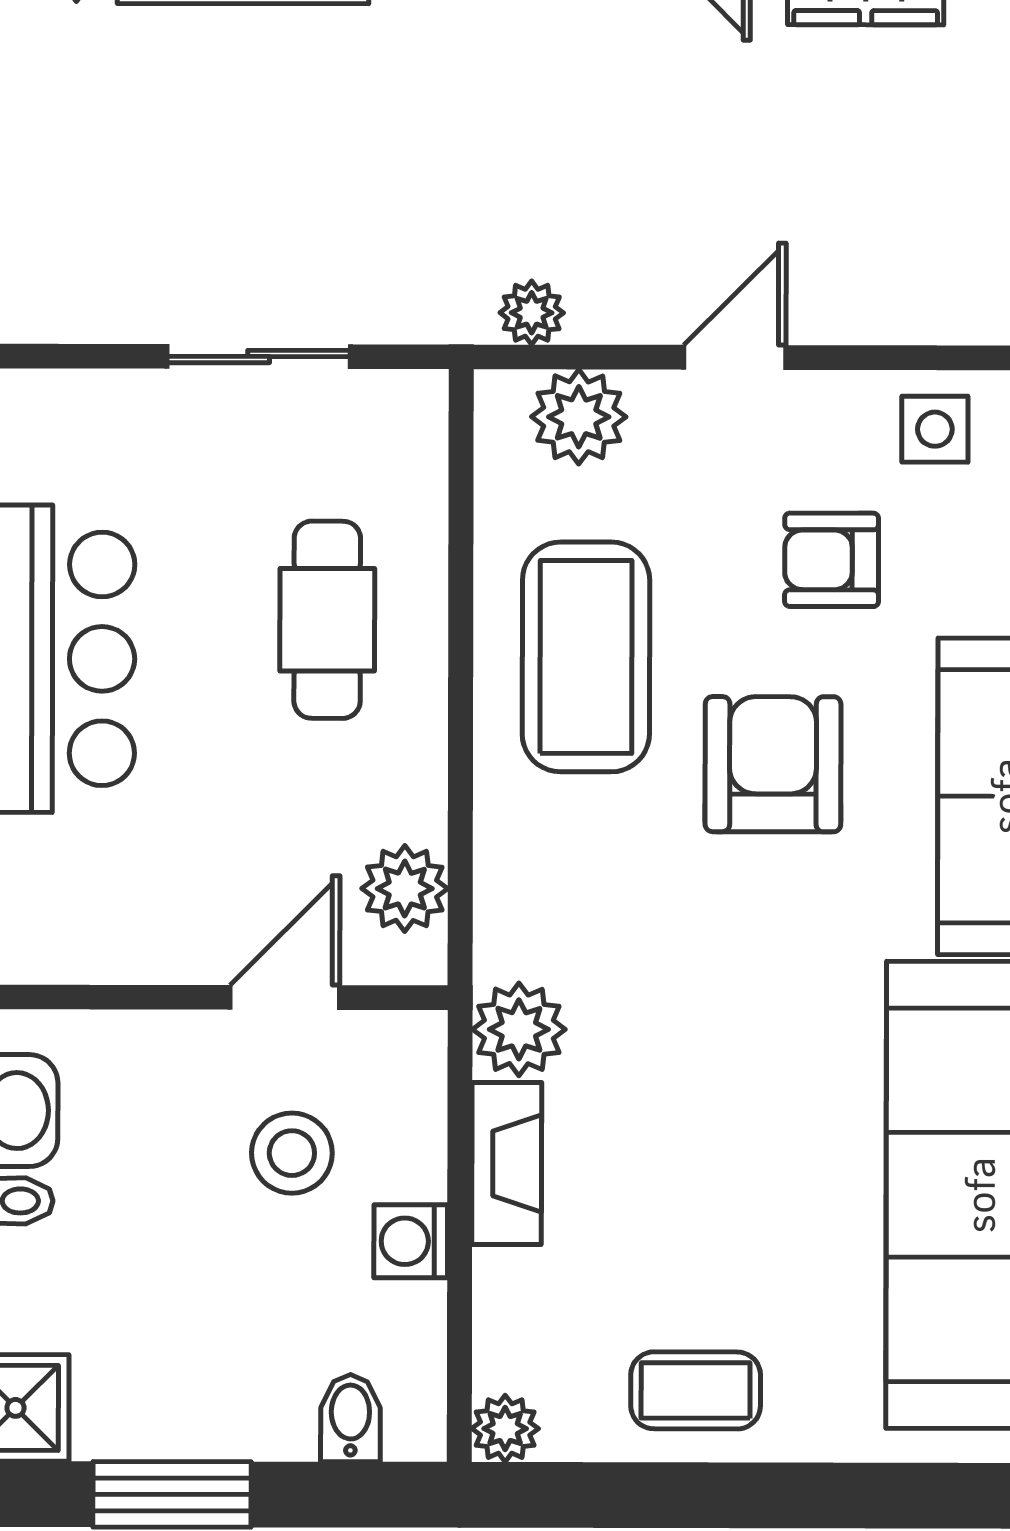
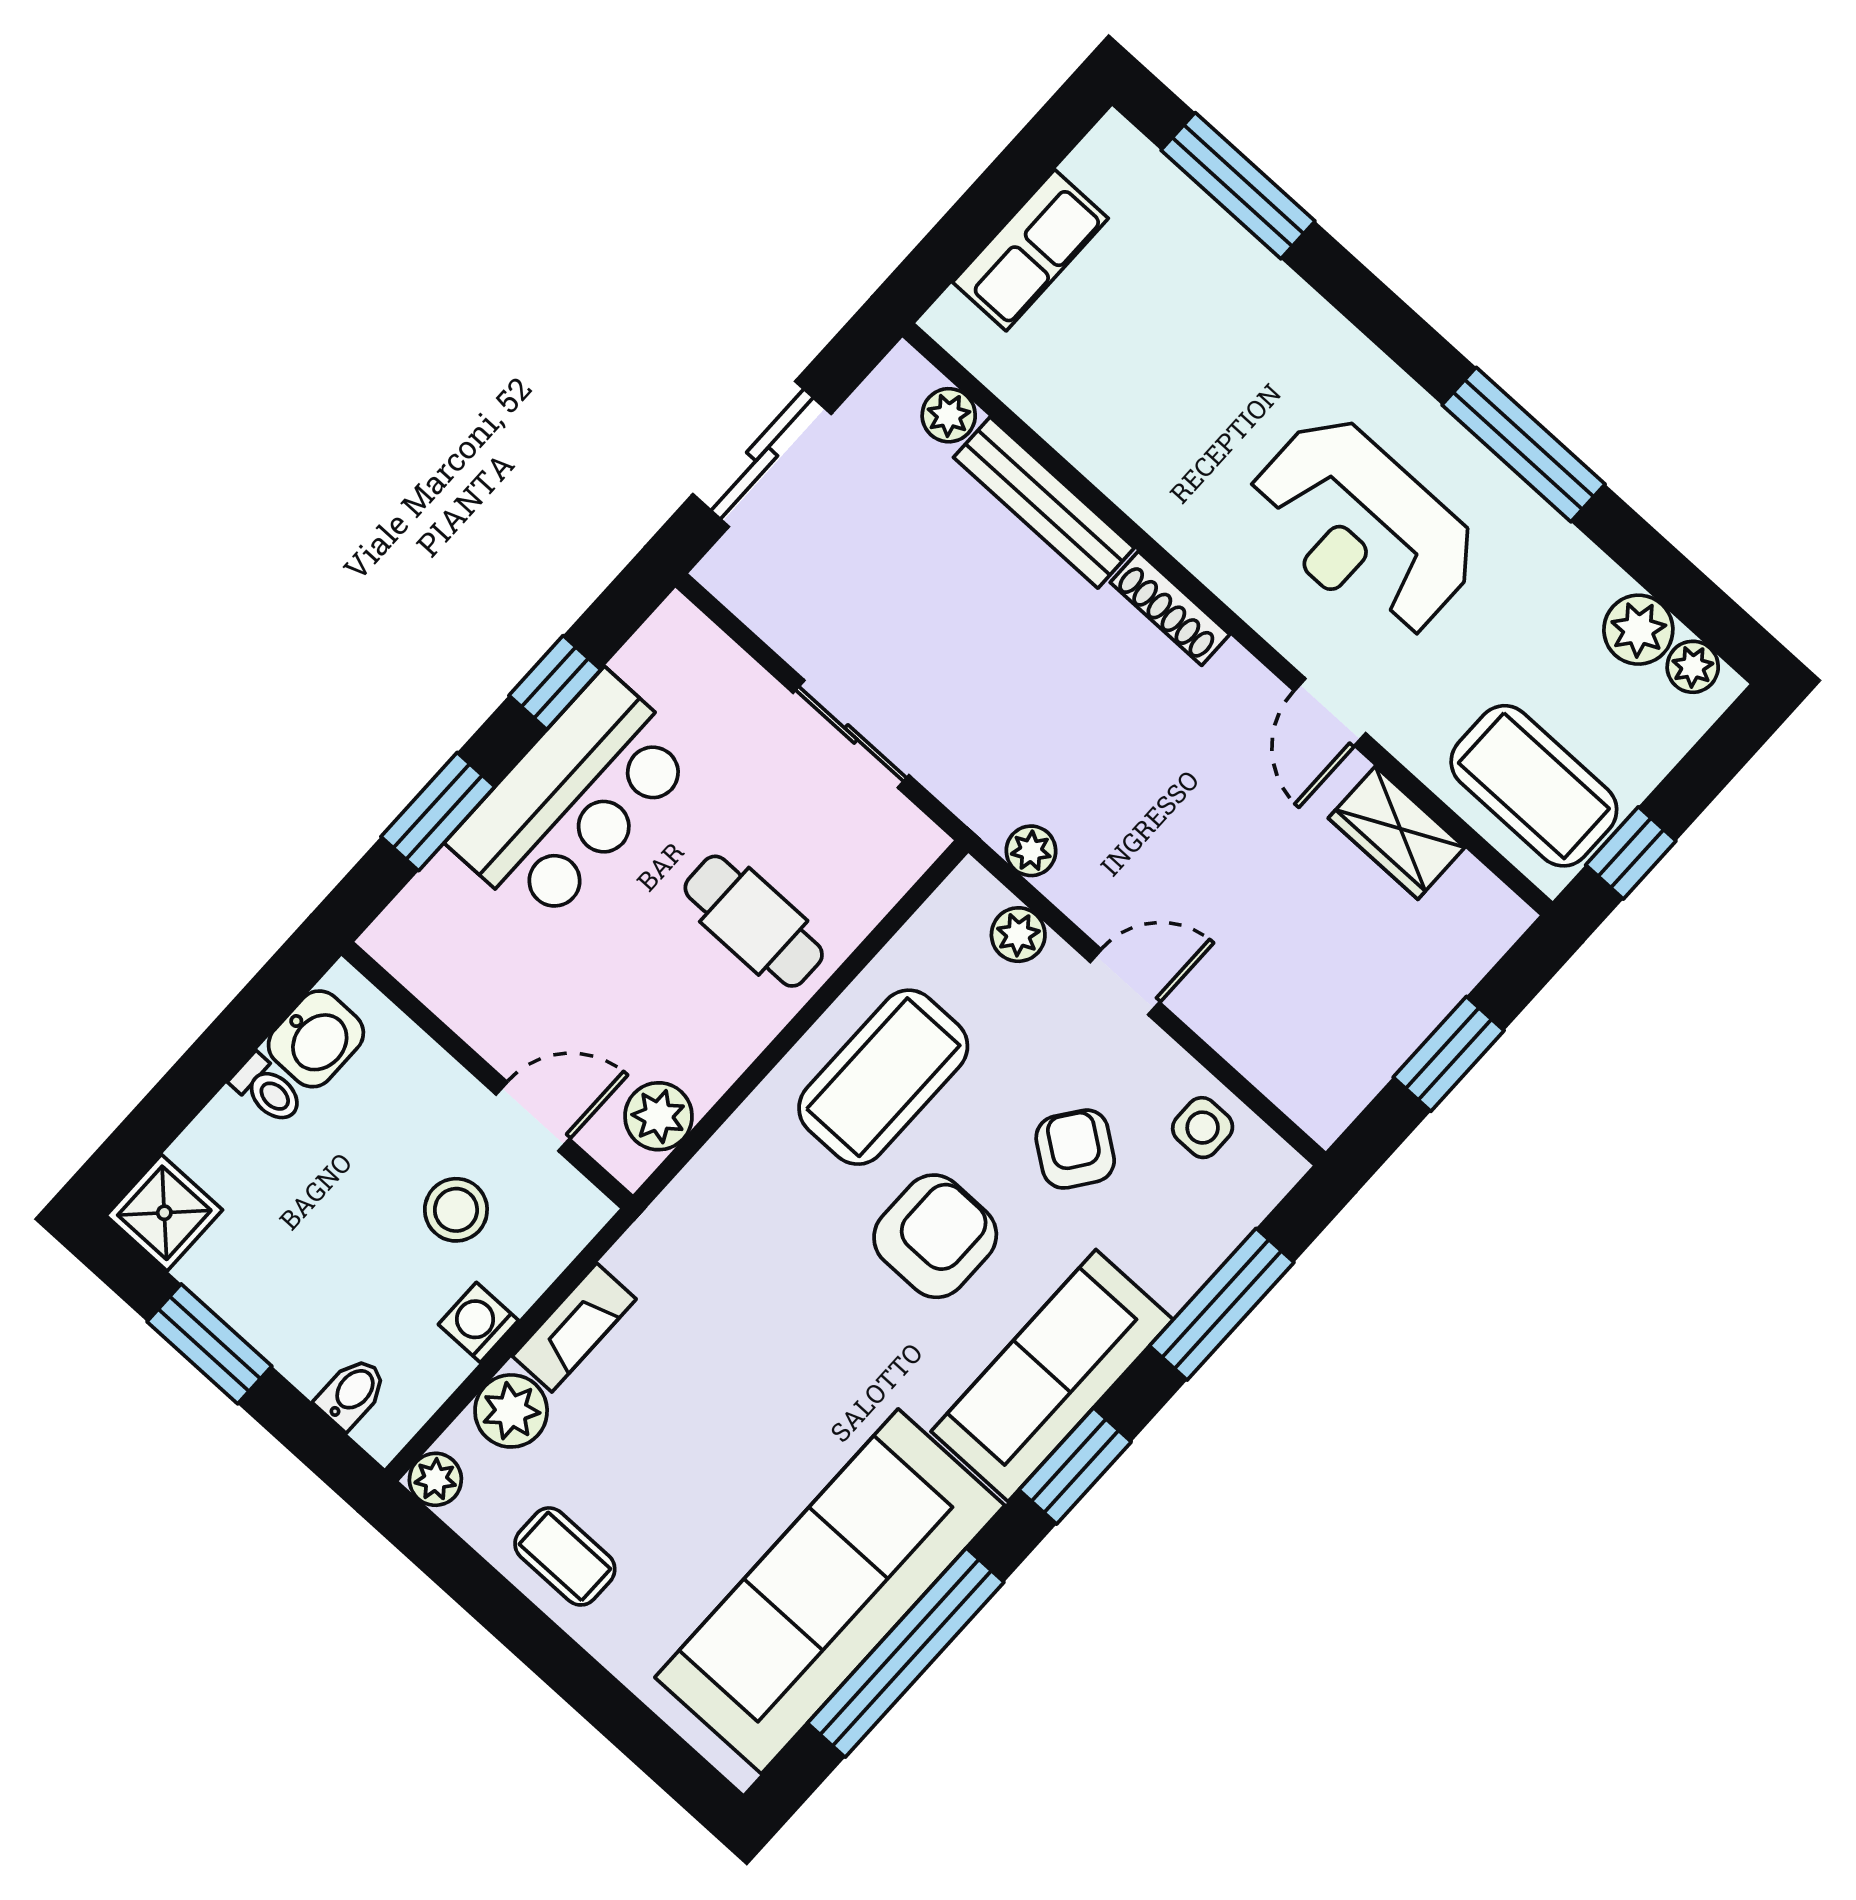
plant: (579, 417) -> (1018, 935), width x0.73, depth x0.73
armchair: (832, 560) -> (1075, 1149), turned 36
cafe table: (327, 620) -> (754, 921), turned 90
plant: (519, 1029) -> (511, 1411), moved

